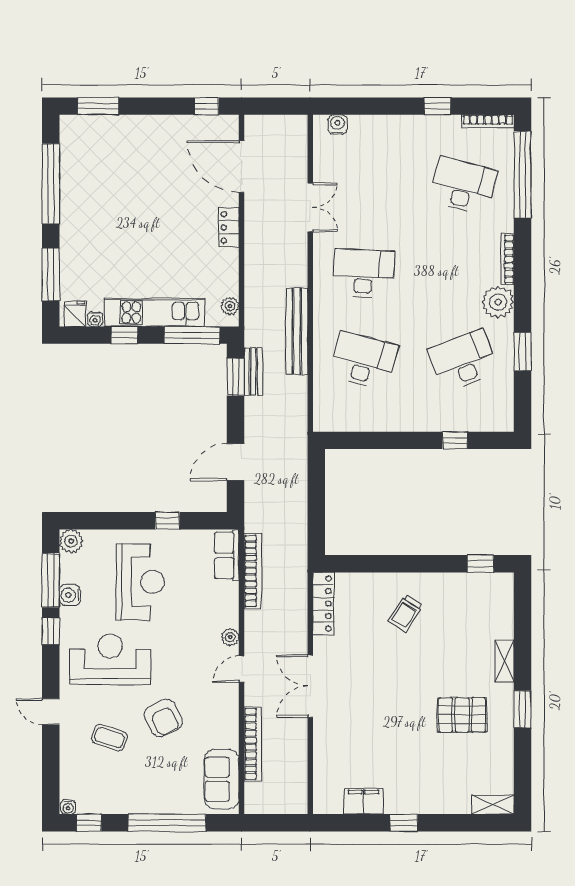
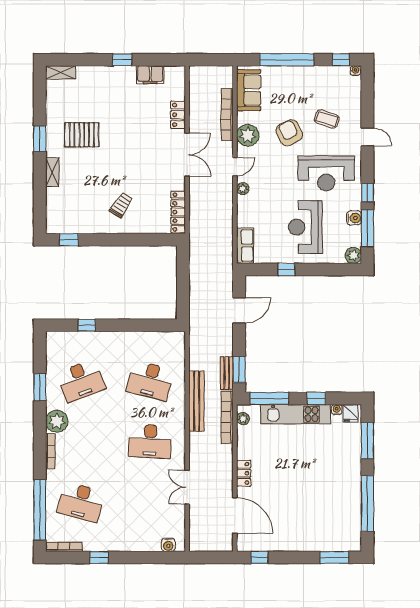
bookcase: (253, 571) -> (227, 417), moved
plant: (223, 714) -> (248, 135), added
locker: (324, 744) -> (178, 115), added

